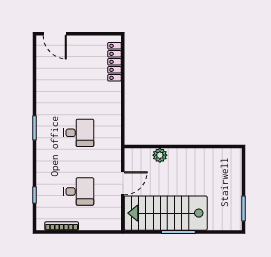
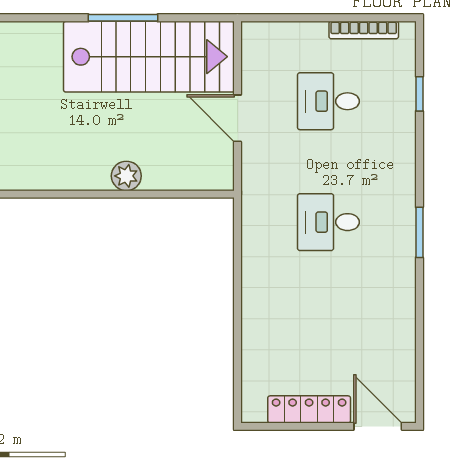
locker: (115, 62) -> (309, 409), moved, turned -90
plant: (160, 155) -> (126, 176), moved
door: (123, 183) -> (238, 118), hinge flipped

